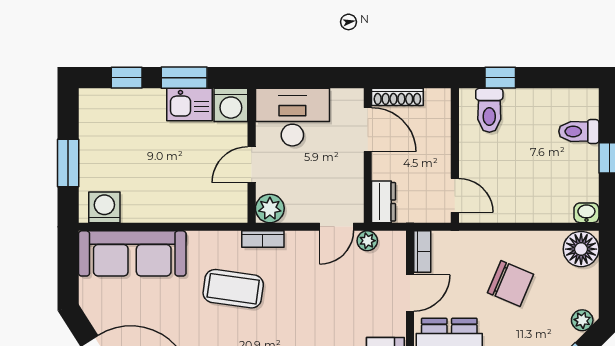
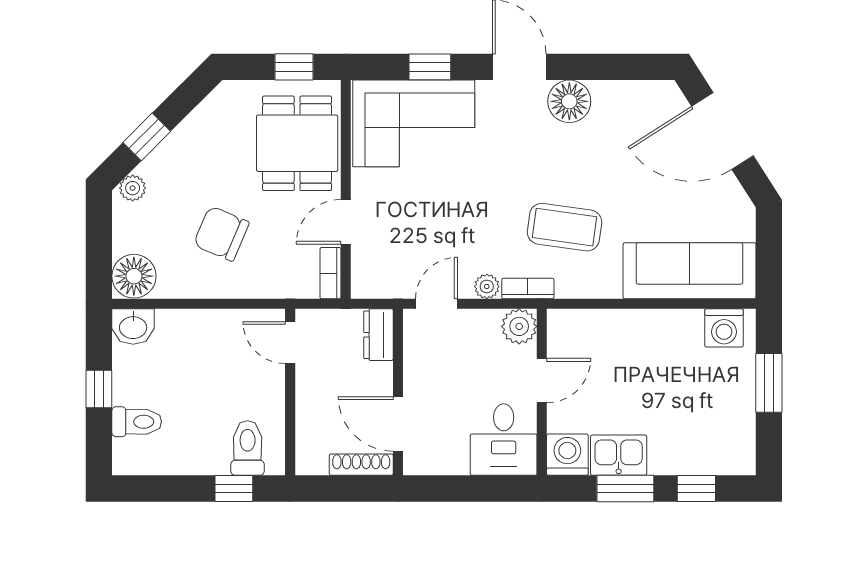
desk: (292, 117) -> (504, 440), width x0.73
washbasin: (586, 213) -> (133, 327), width x1.38, depth x1.45
plant: (367, 241) -> (487, 286), moved

